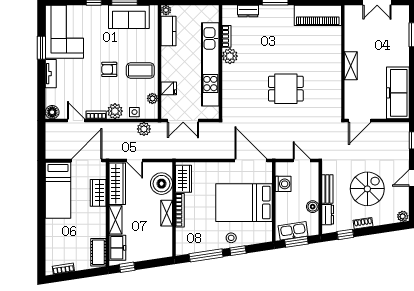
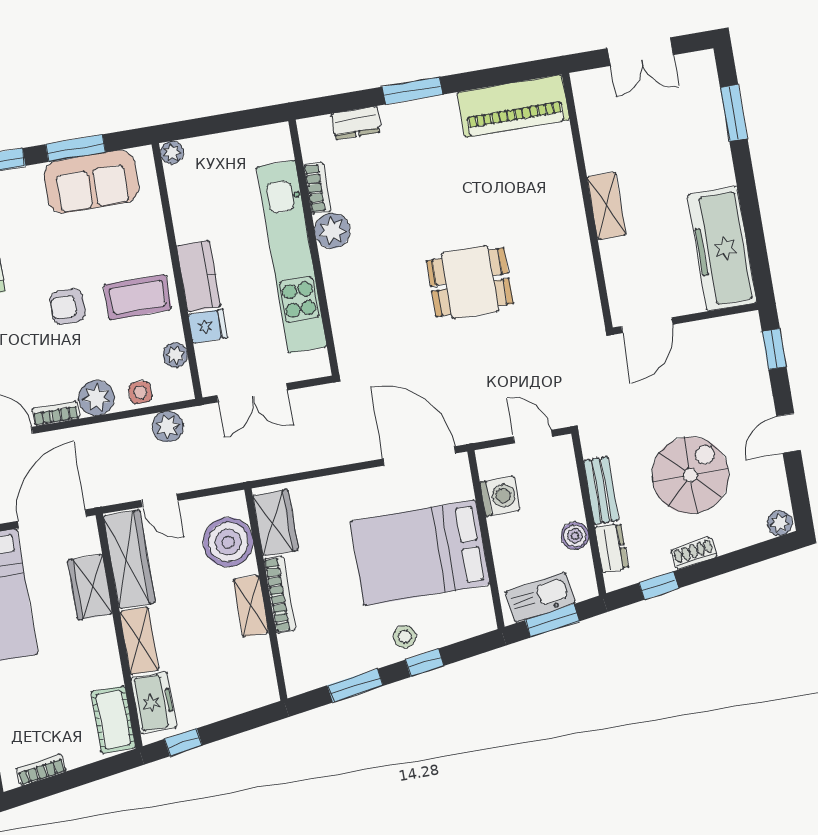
kitchen counter: (168, 31) -> (199, 276), moved
window: (206, 255) -> (355, 686), width x0.69

